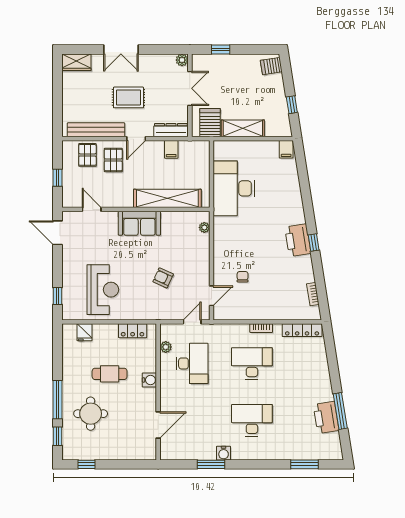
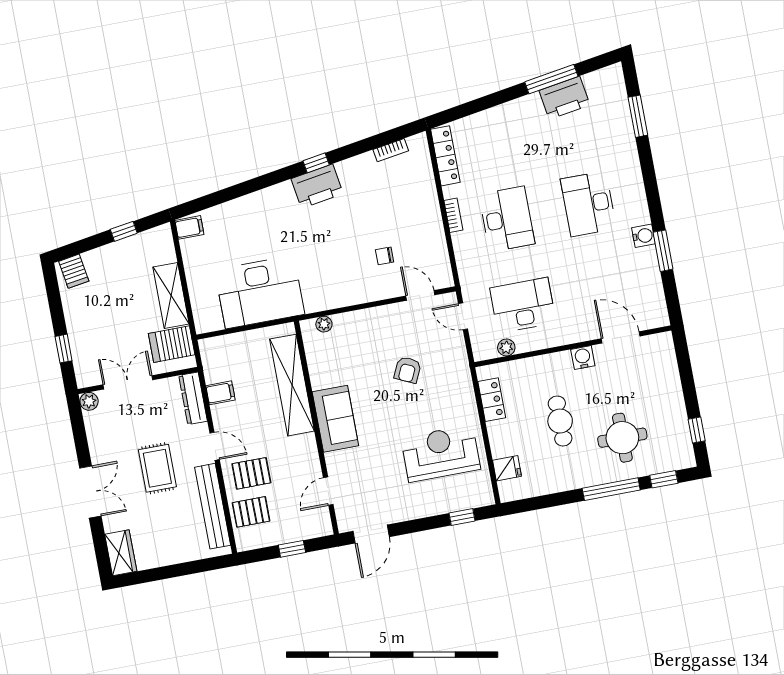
desk: (252, 363) -> (507, 219), turned 180
water cooler: (149, 380) -> (583, 358), moved

